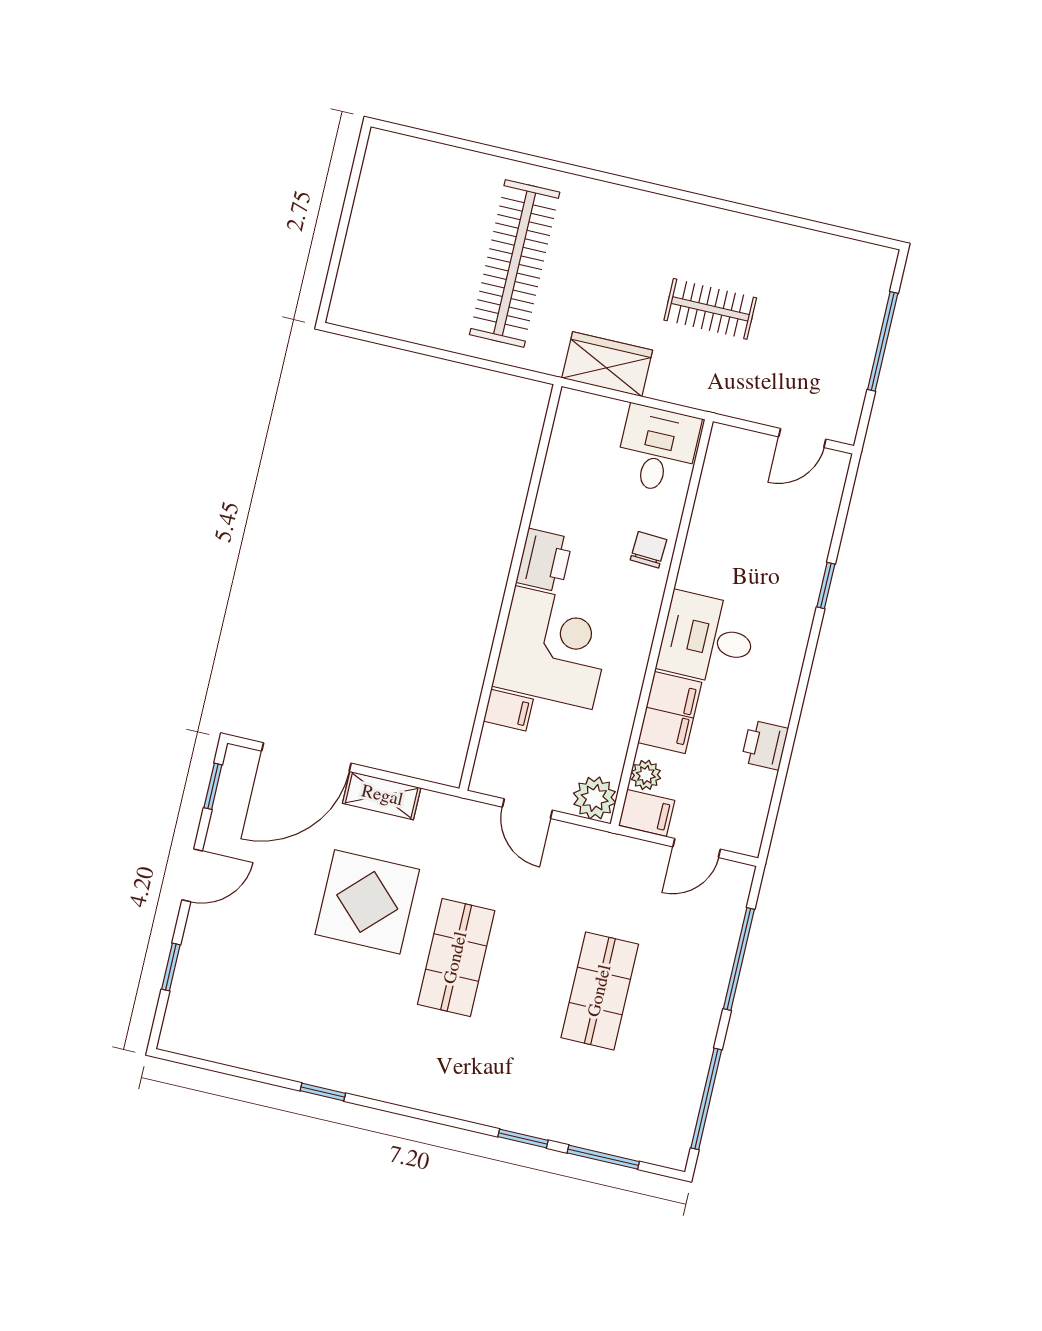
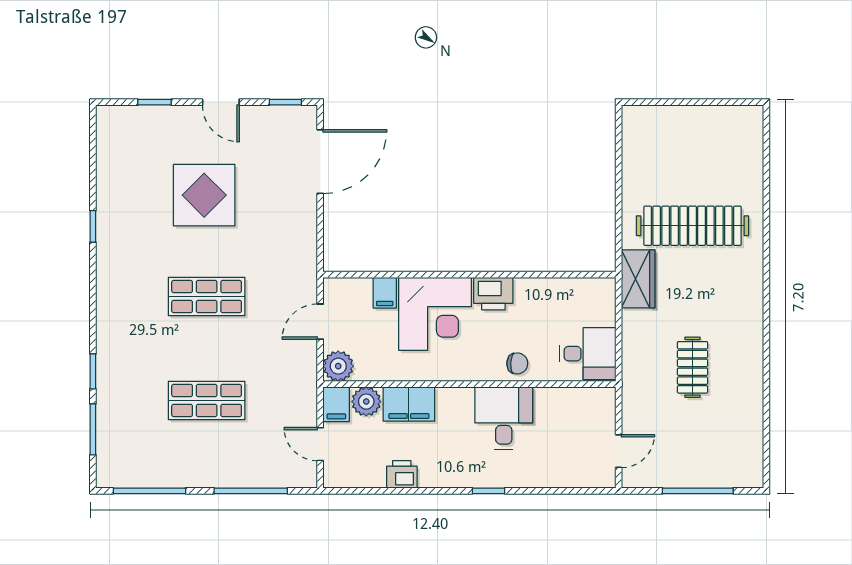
wardrobe: (607, 364) -> (638, 279), moved
door: (802, 438) -> (619, 451), swing flipped
window: (826, 585) -> (489, 491), moved
desk: (707, 639) -> (504, 418), moved
door: (306, 757) -> (320, 162), swing flipped
plant: (646, 775) -> (366, 402), width x1.38, depth x1.38
shelving: (382, 796) -> (306, 219), removed
display table: (367, 902) -> (204, 195), moved

